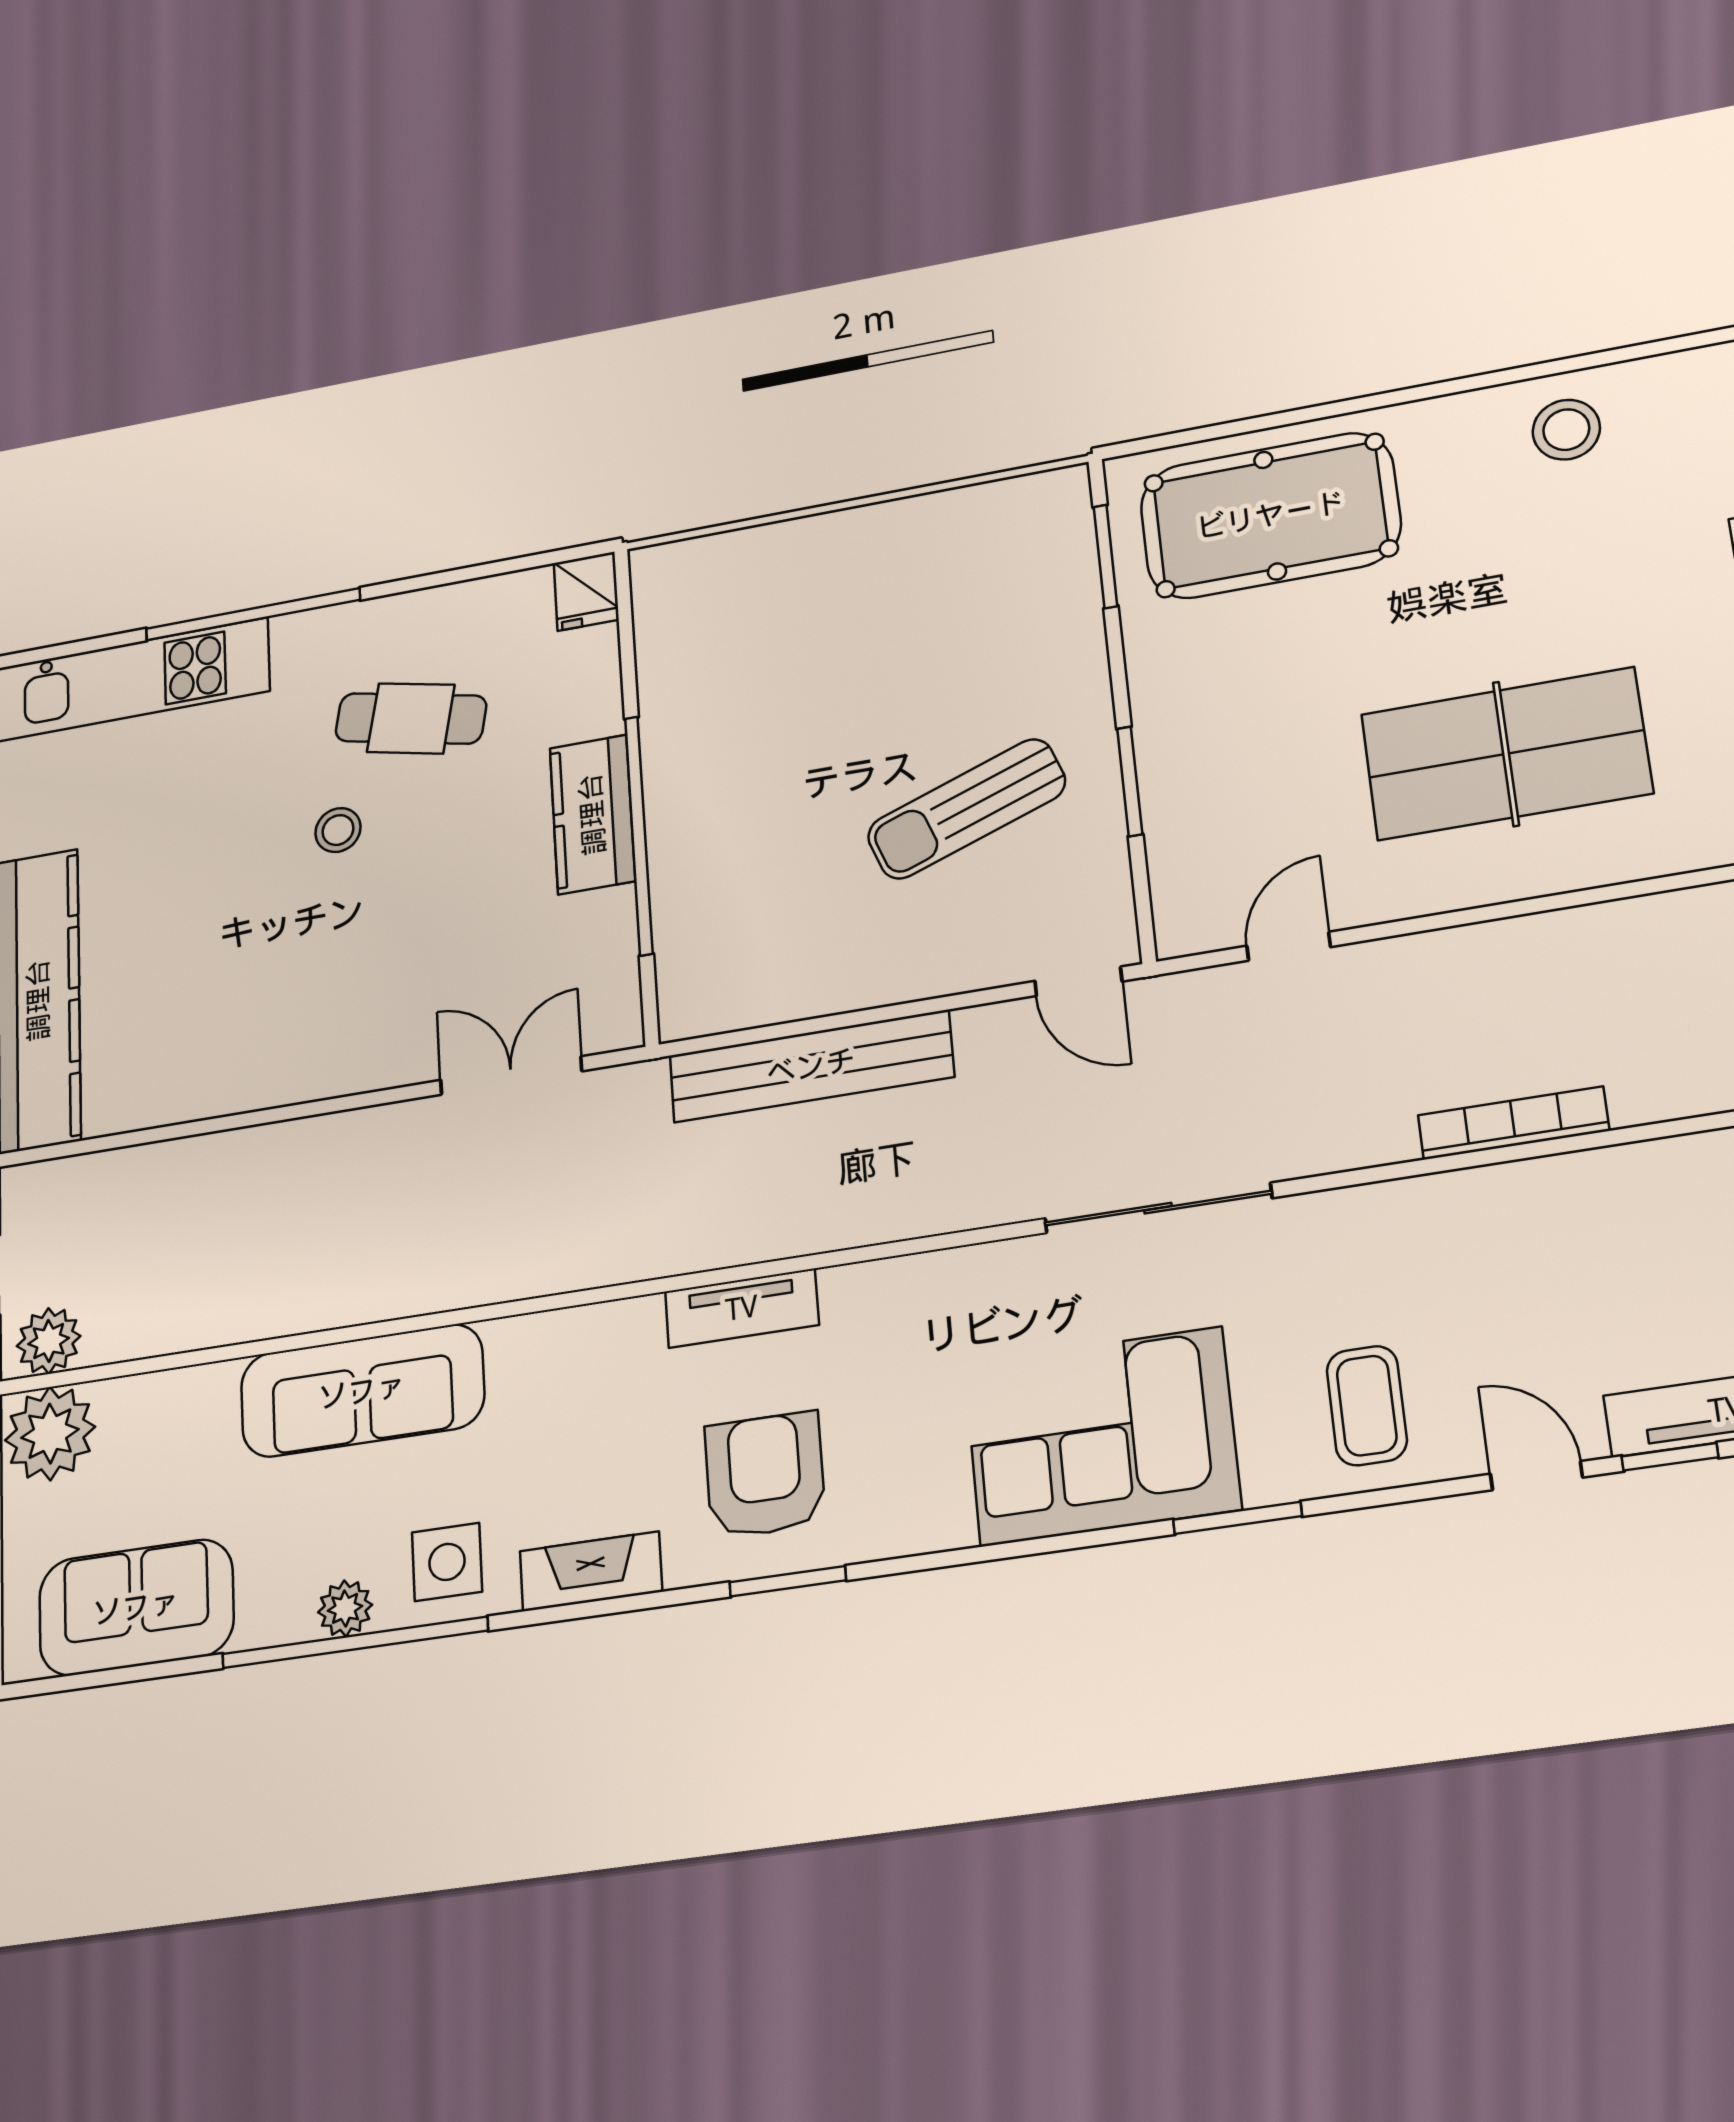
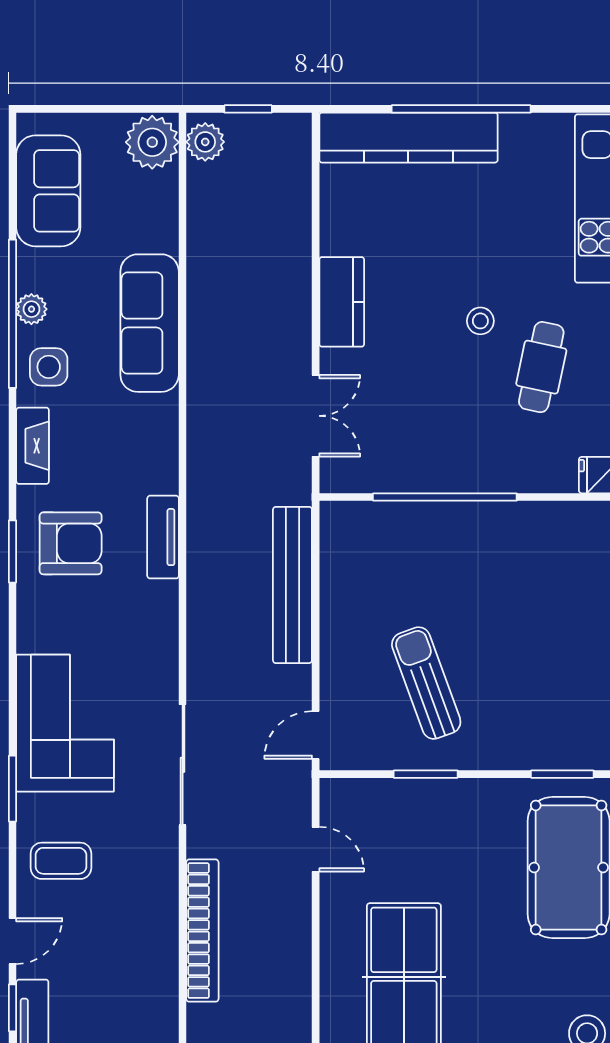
kitchen counter: (592, 814) -> (342, 302), moved, turned 90
bookcase: (1513, 1123) -> (202, 931), width x1.48, depth x1.31

